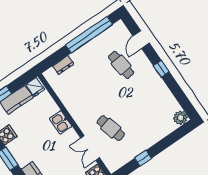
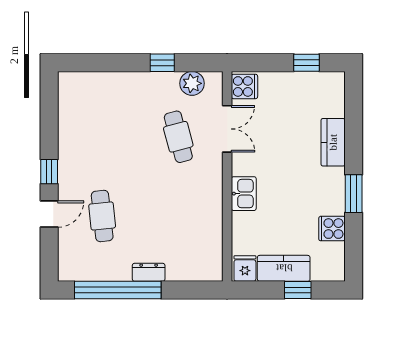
door: (141, 39) -> (49, 214), moved
dresser: (63, 65) -> (149, 272), moved
plant: (180, 118) -> (192, 83), moved

